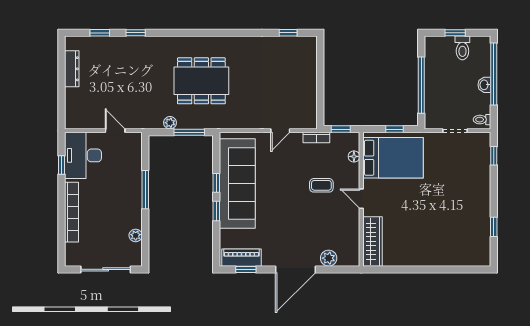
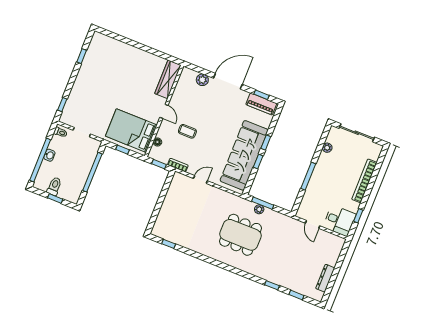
plant: (170, 123) -> (259, 209), moved
desk: (83, 155) -> (339, 221), width x0.73

